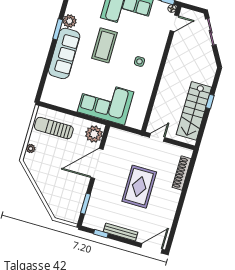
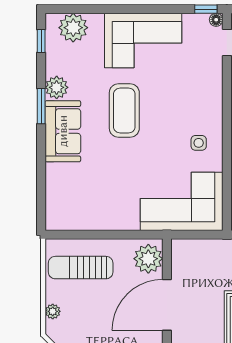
sofa: (64, 53) -> (63, 131), width x0.73
side table: (139, 61) -> (199, 143), moved
corner sofa: (106, 102) -> (182, 201), moved

